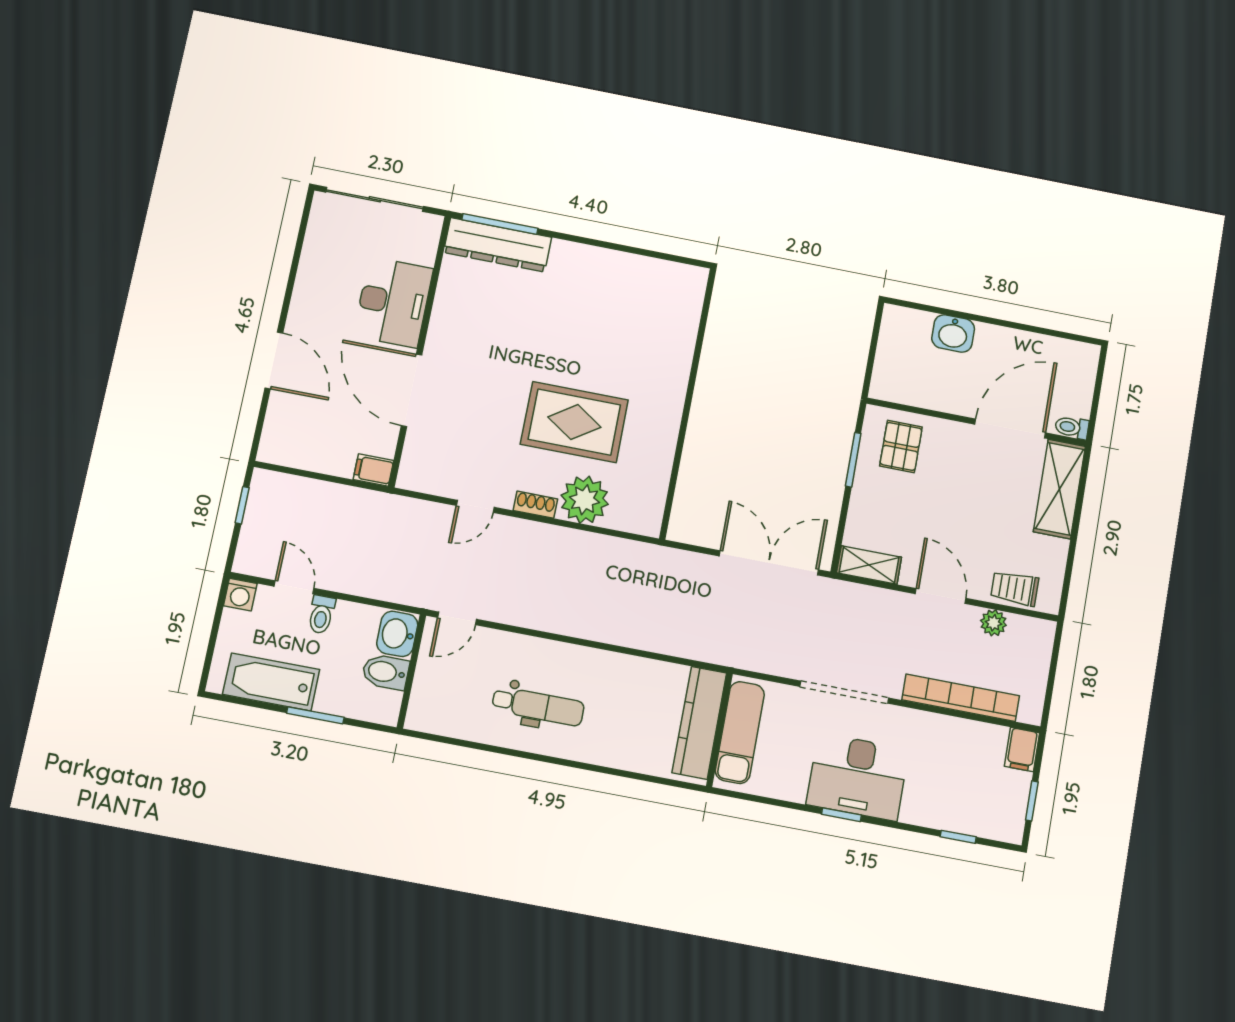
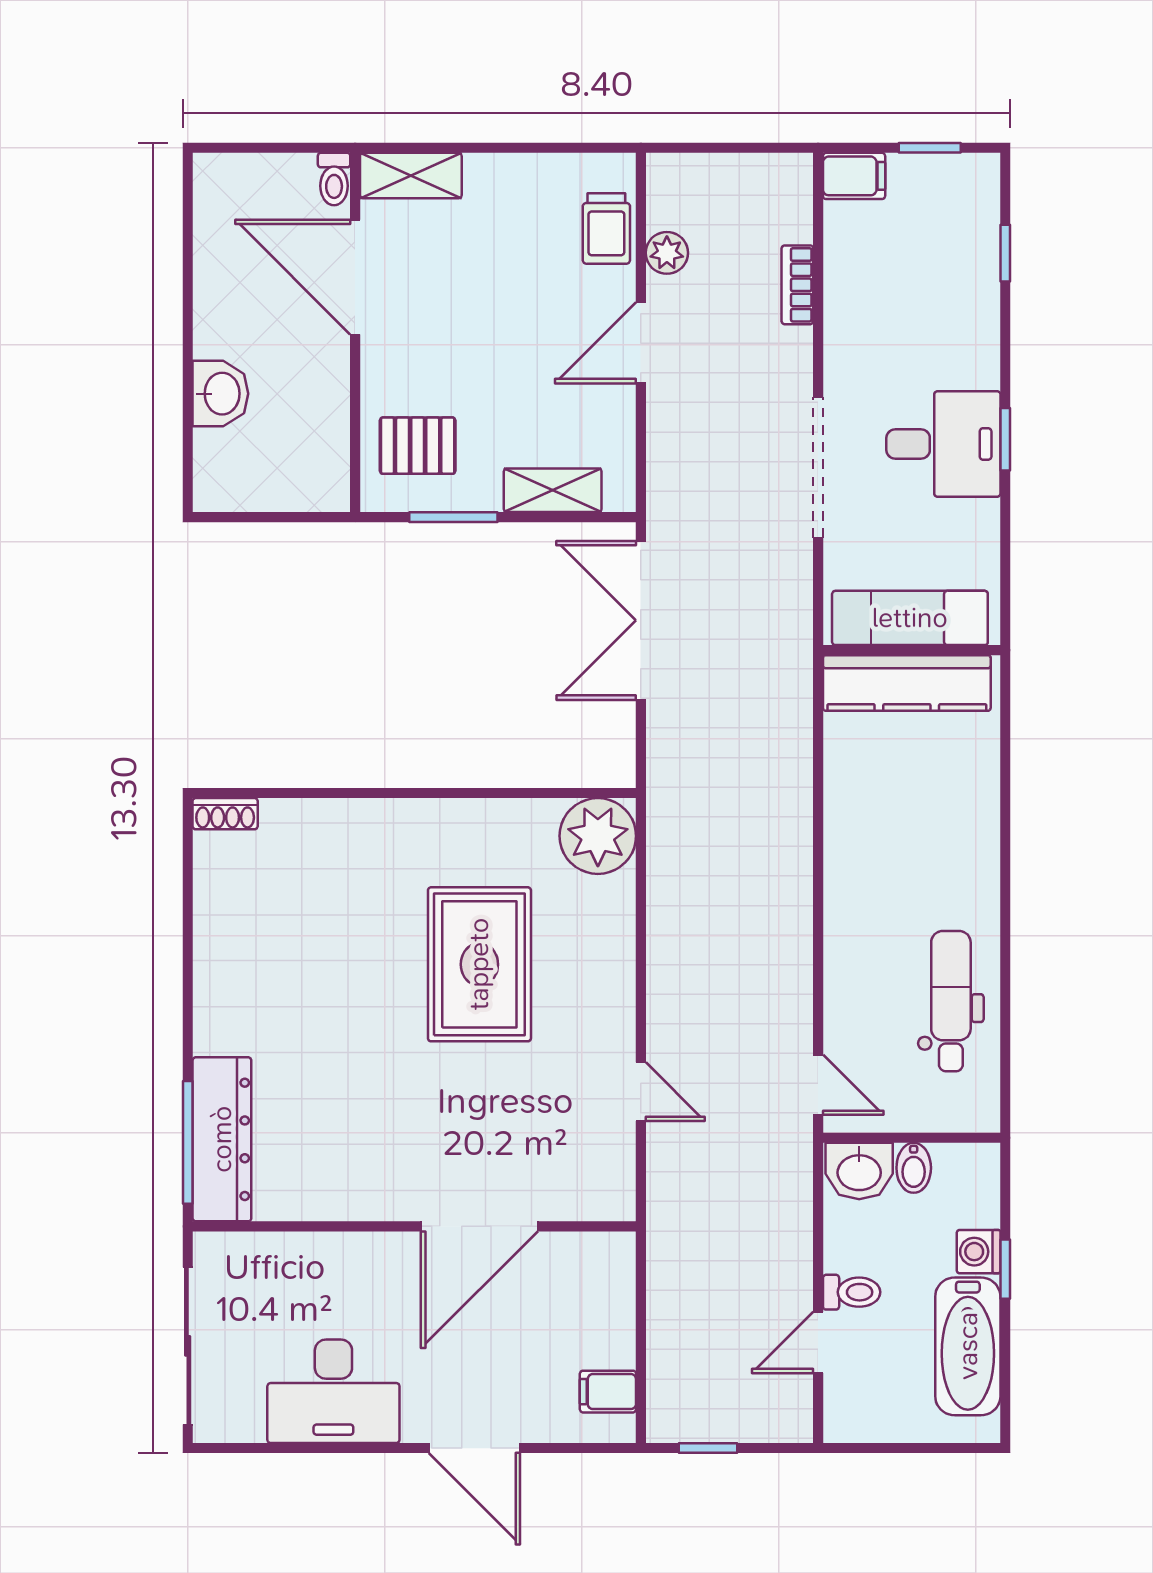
desk: (393, 302) -> (333, 1391), moved, turned 180
door: (274, 360) -> (474, 1448), swing flipped
filing cabinet: (373, 470) -> (608, 1392), moved, turned 90
shelving: (1059, 489) -> (411, 176), width x0.67, depth x0.75
plant: (585, 500) -> (598, 836), moved
shoe rack: (535, 505) -> (225, 814), moved, turned -90
shelving: (869, 565) -> (553, 490), moved, turned 90
washing machine: (240, 595) -> (979, 1252), moved, turned 180
bidet: (385, 672) -> (914, 1168), width x0.72, depth x0.74
bookcase: (961, 698) -> (797, 285), width x0.43, depth x0.76
dental chair: (538, 706) -> (951, 1001), moved
window: (315, 715) -> (1005, 1269), width x0.67
desk: (858, 777) -> (943, 444), width x0.73

